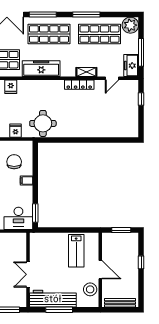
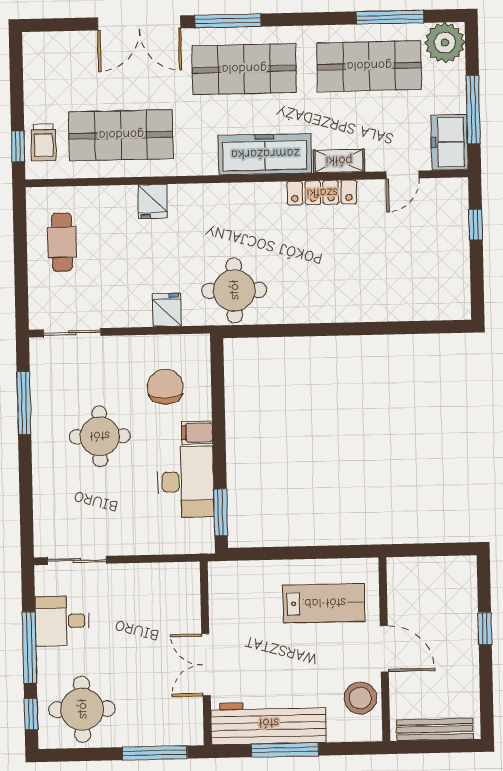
window: (86, 14) -> (390, 17), moved
freezer: (41, 69) -> (265, 154), moved
desk: (18, 218) -> (186, 482), moved, turned -90
window: (121, 230) -> (434, 550), removed
lab bench: (76, 251) -> (324, 603), turned -90

